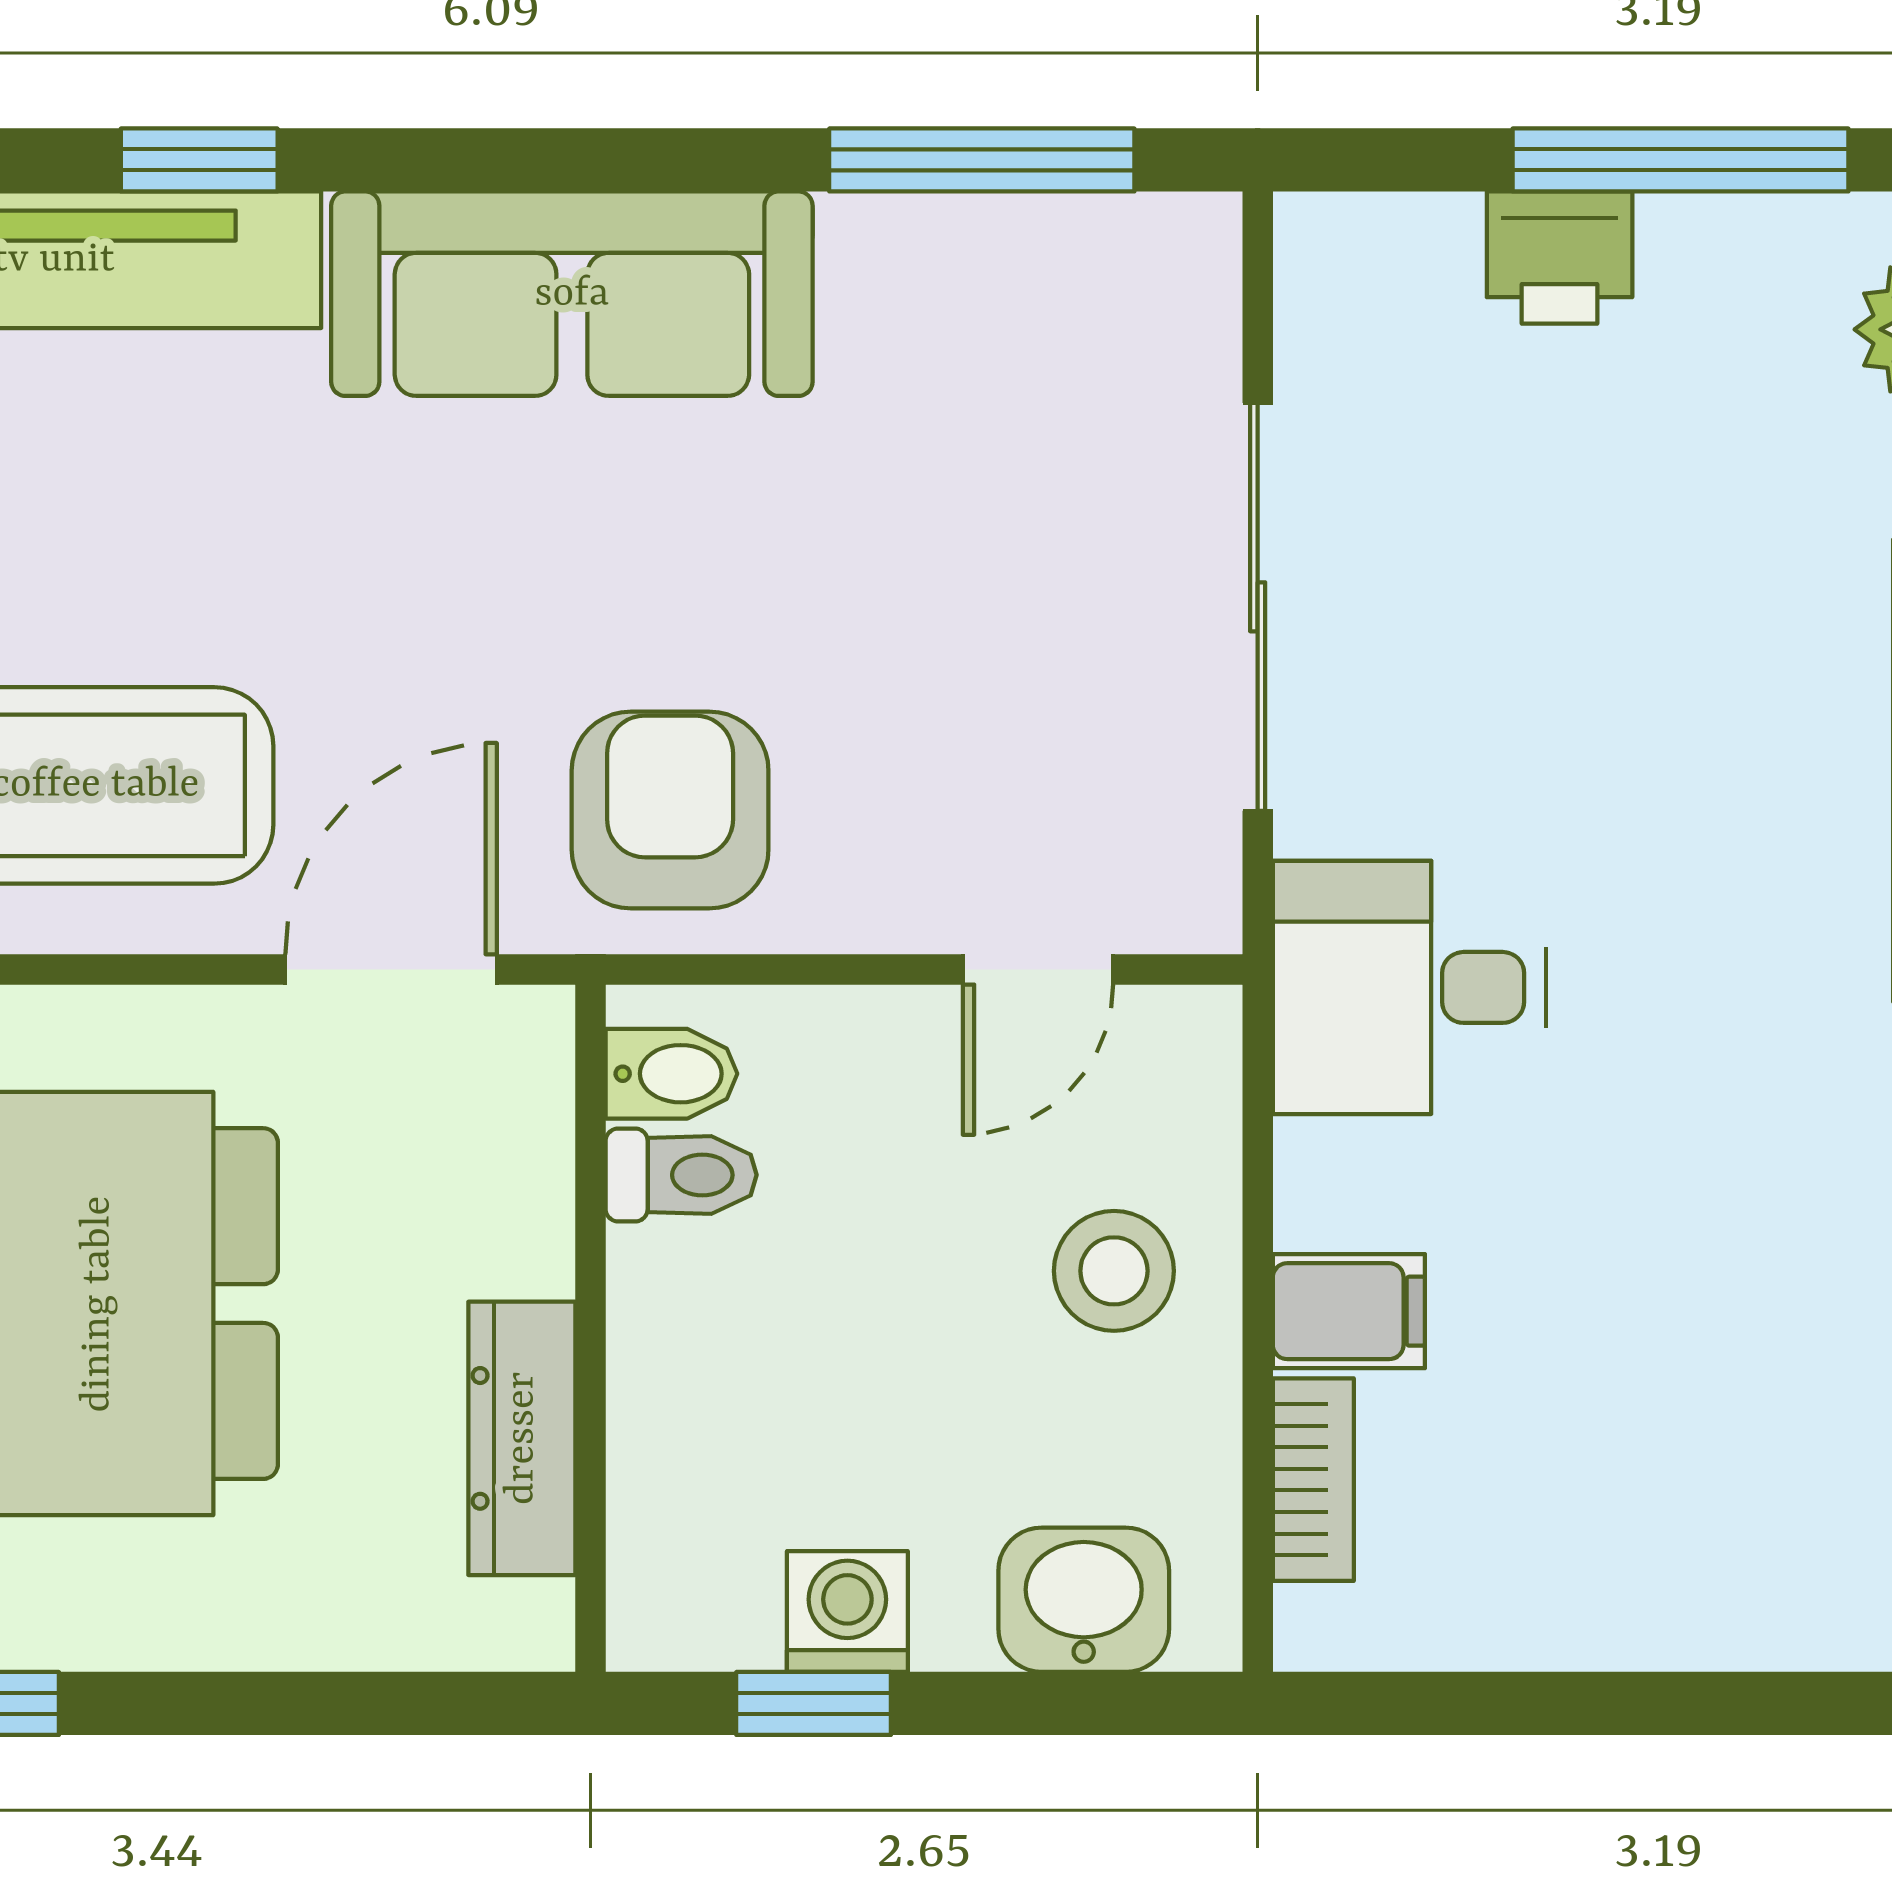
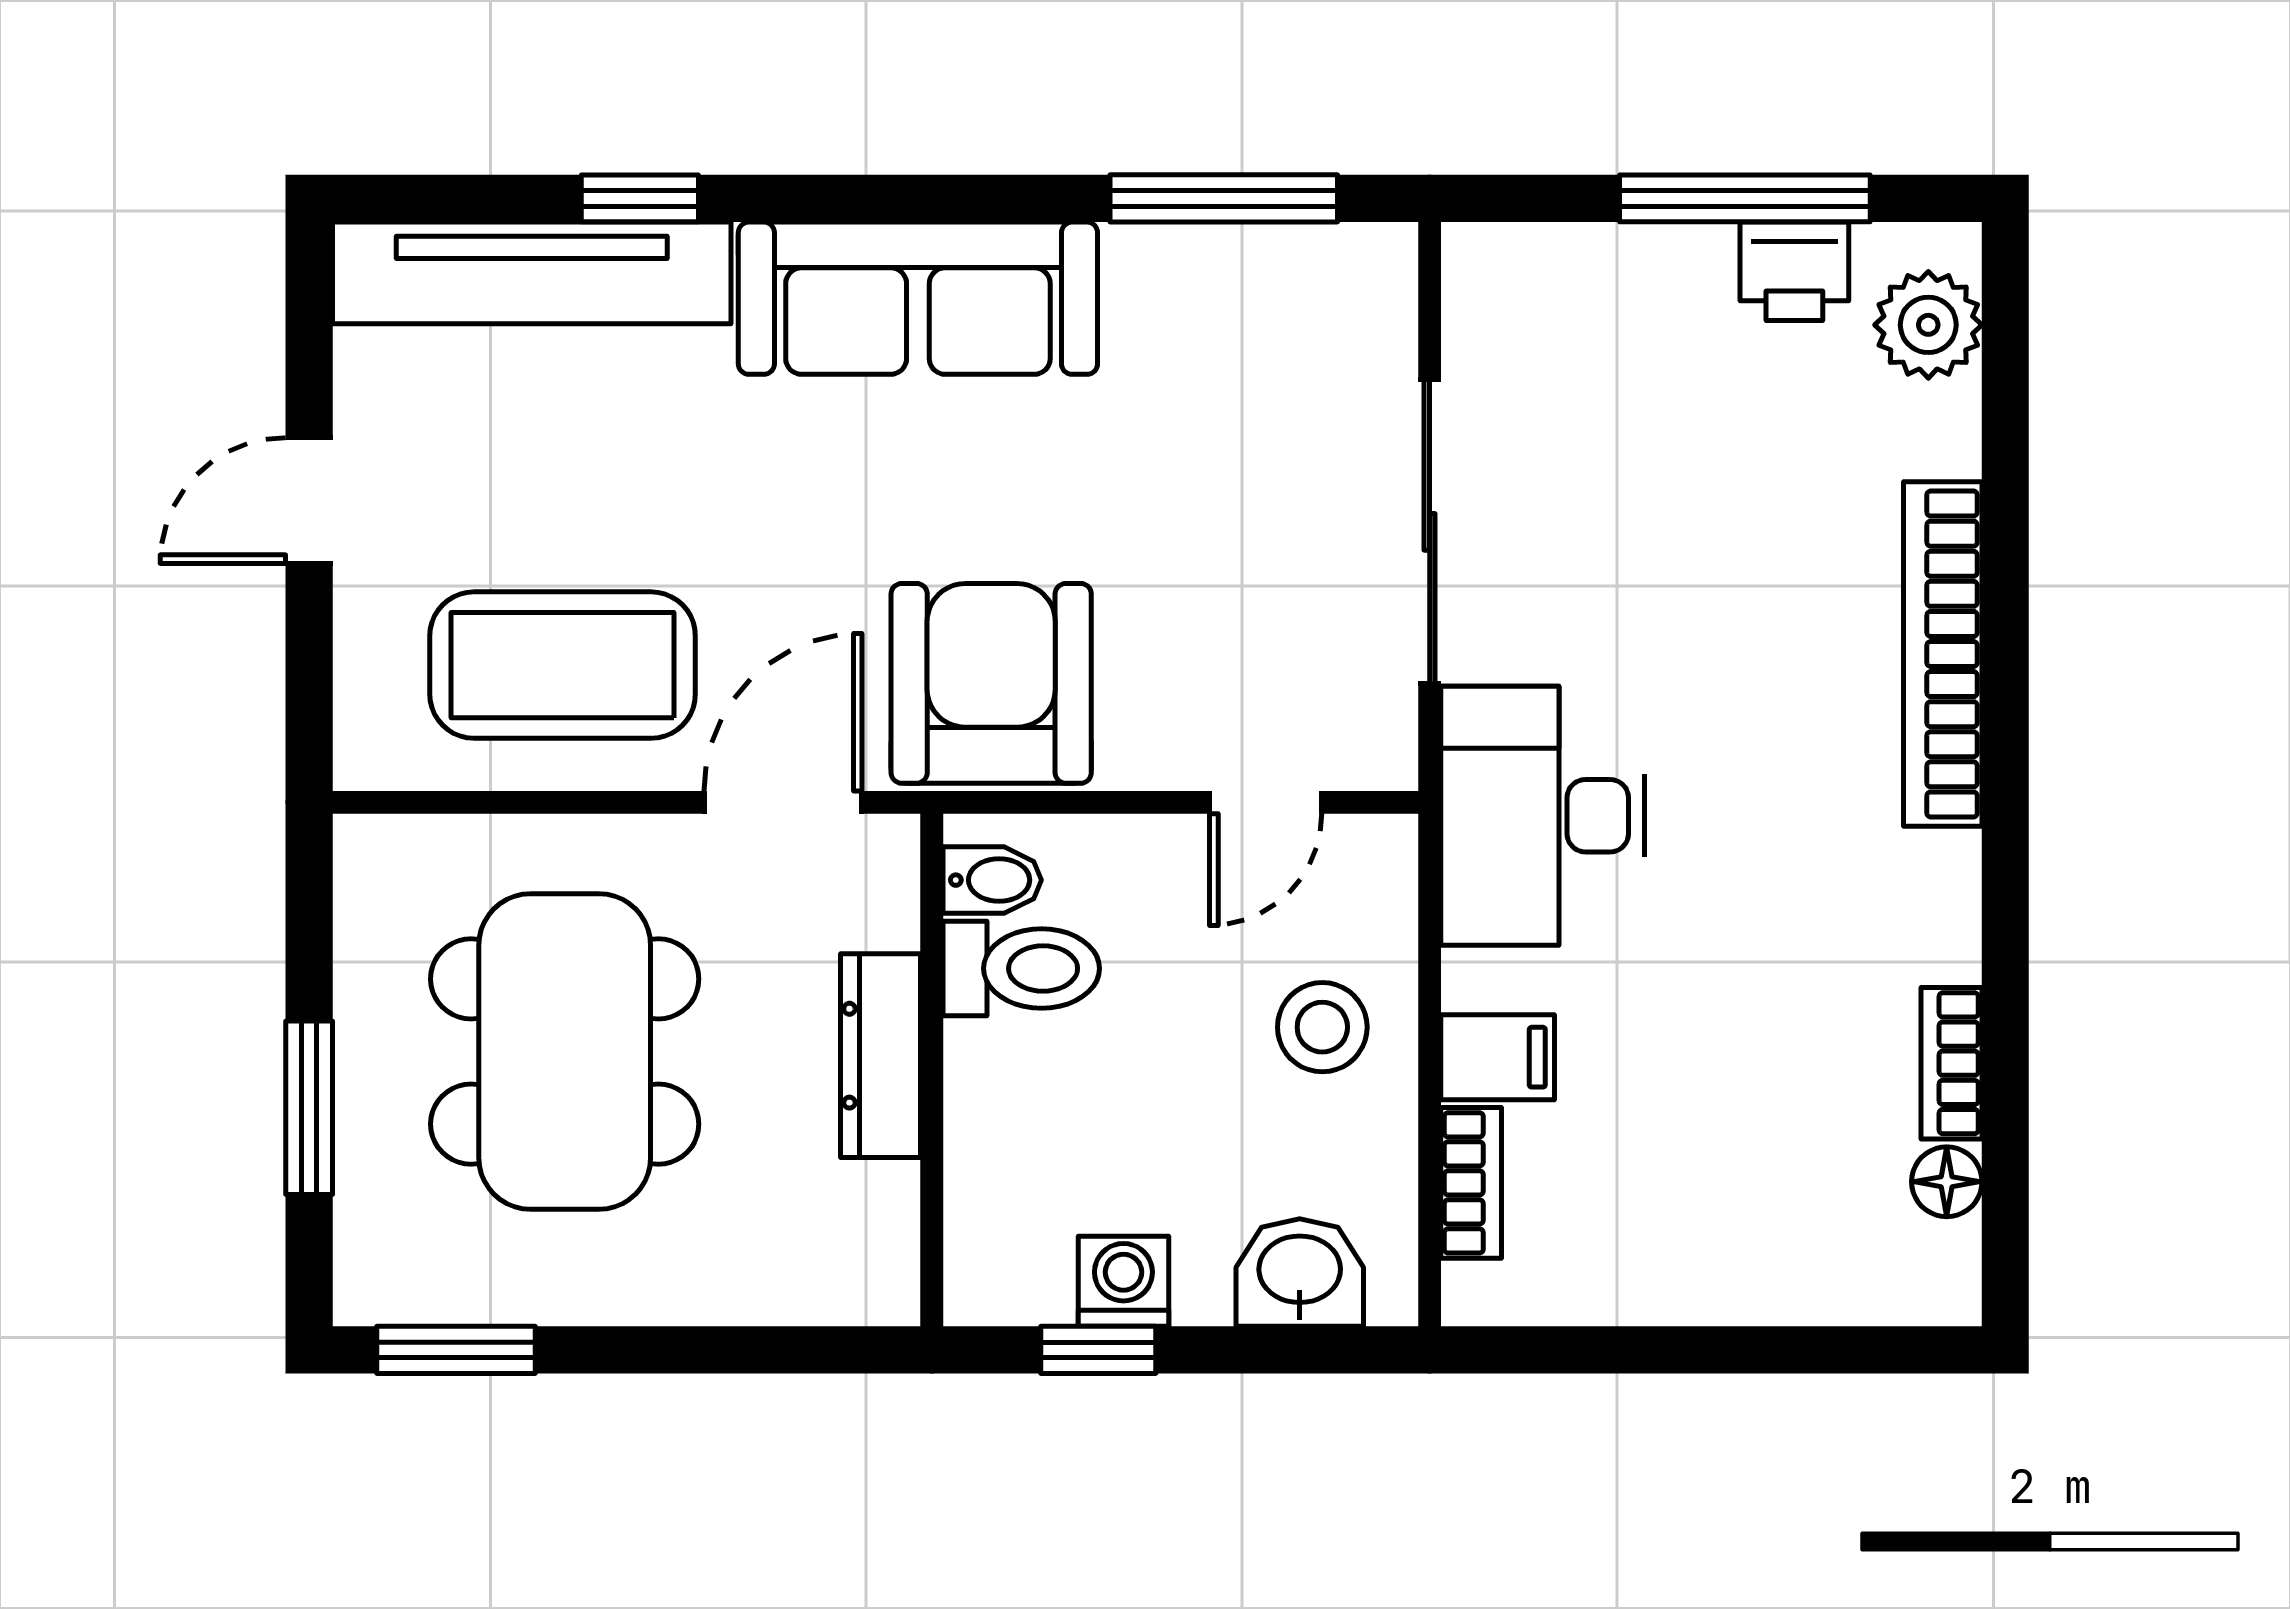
printer: (1560, 258) -> (1794, 271), moved
armchair: (670, 810) -> (991, 683), width x1.36, depth x1.36
desk: (1409, 987) -> (1543, 816), width x1.37
toilet: (681, 1175) -> (1021, 968), width x1.37, depth x1.39
dresser: (522, 1438) -> (881, 1056), moved

